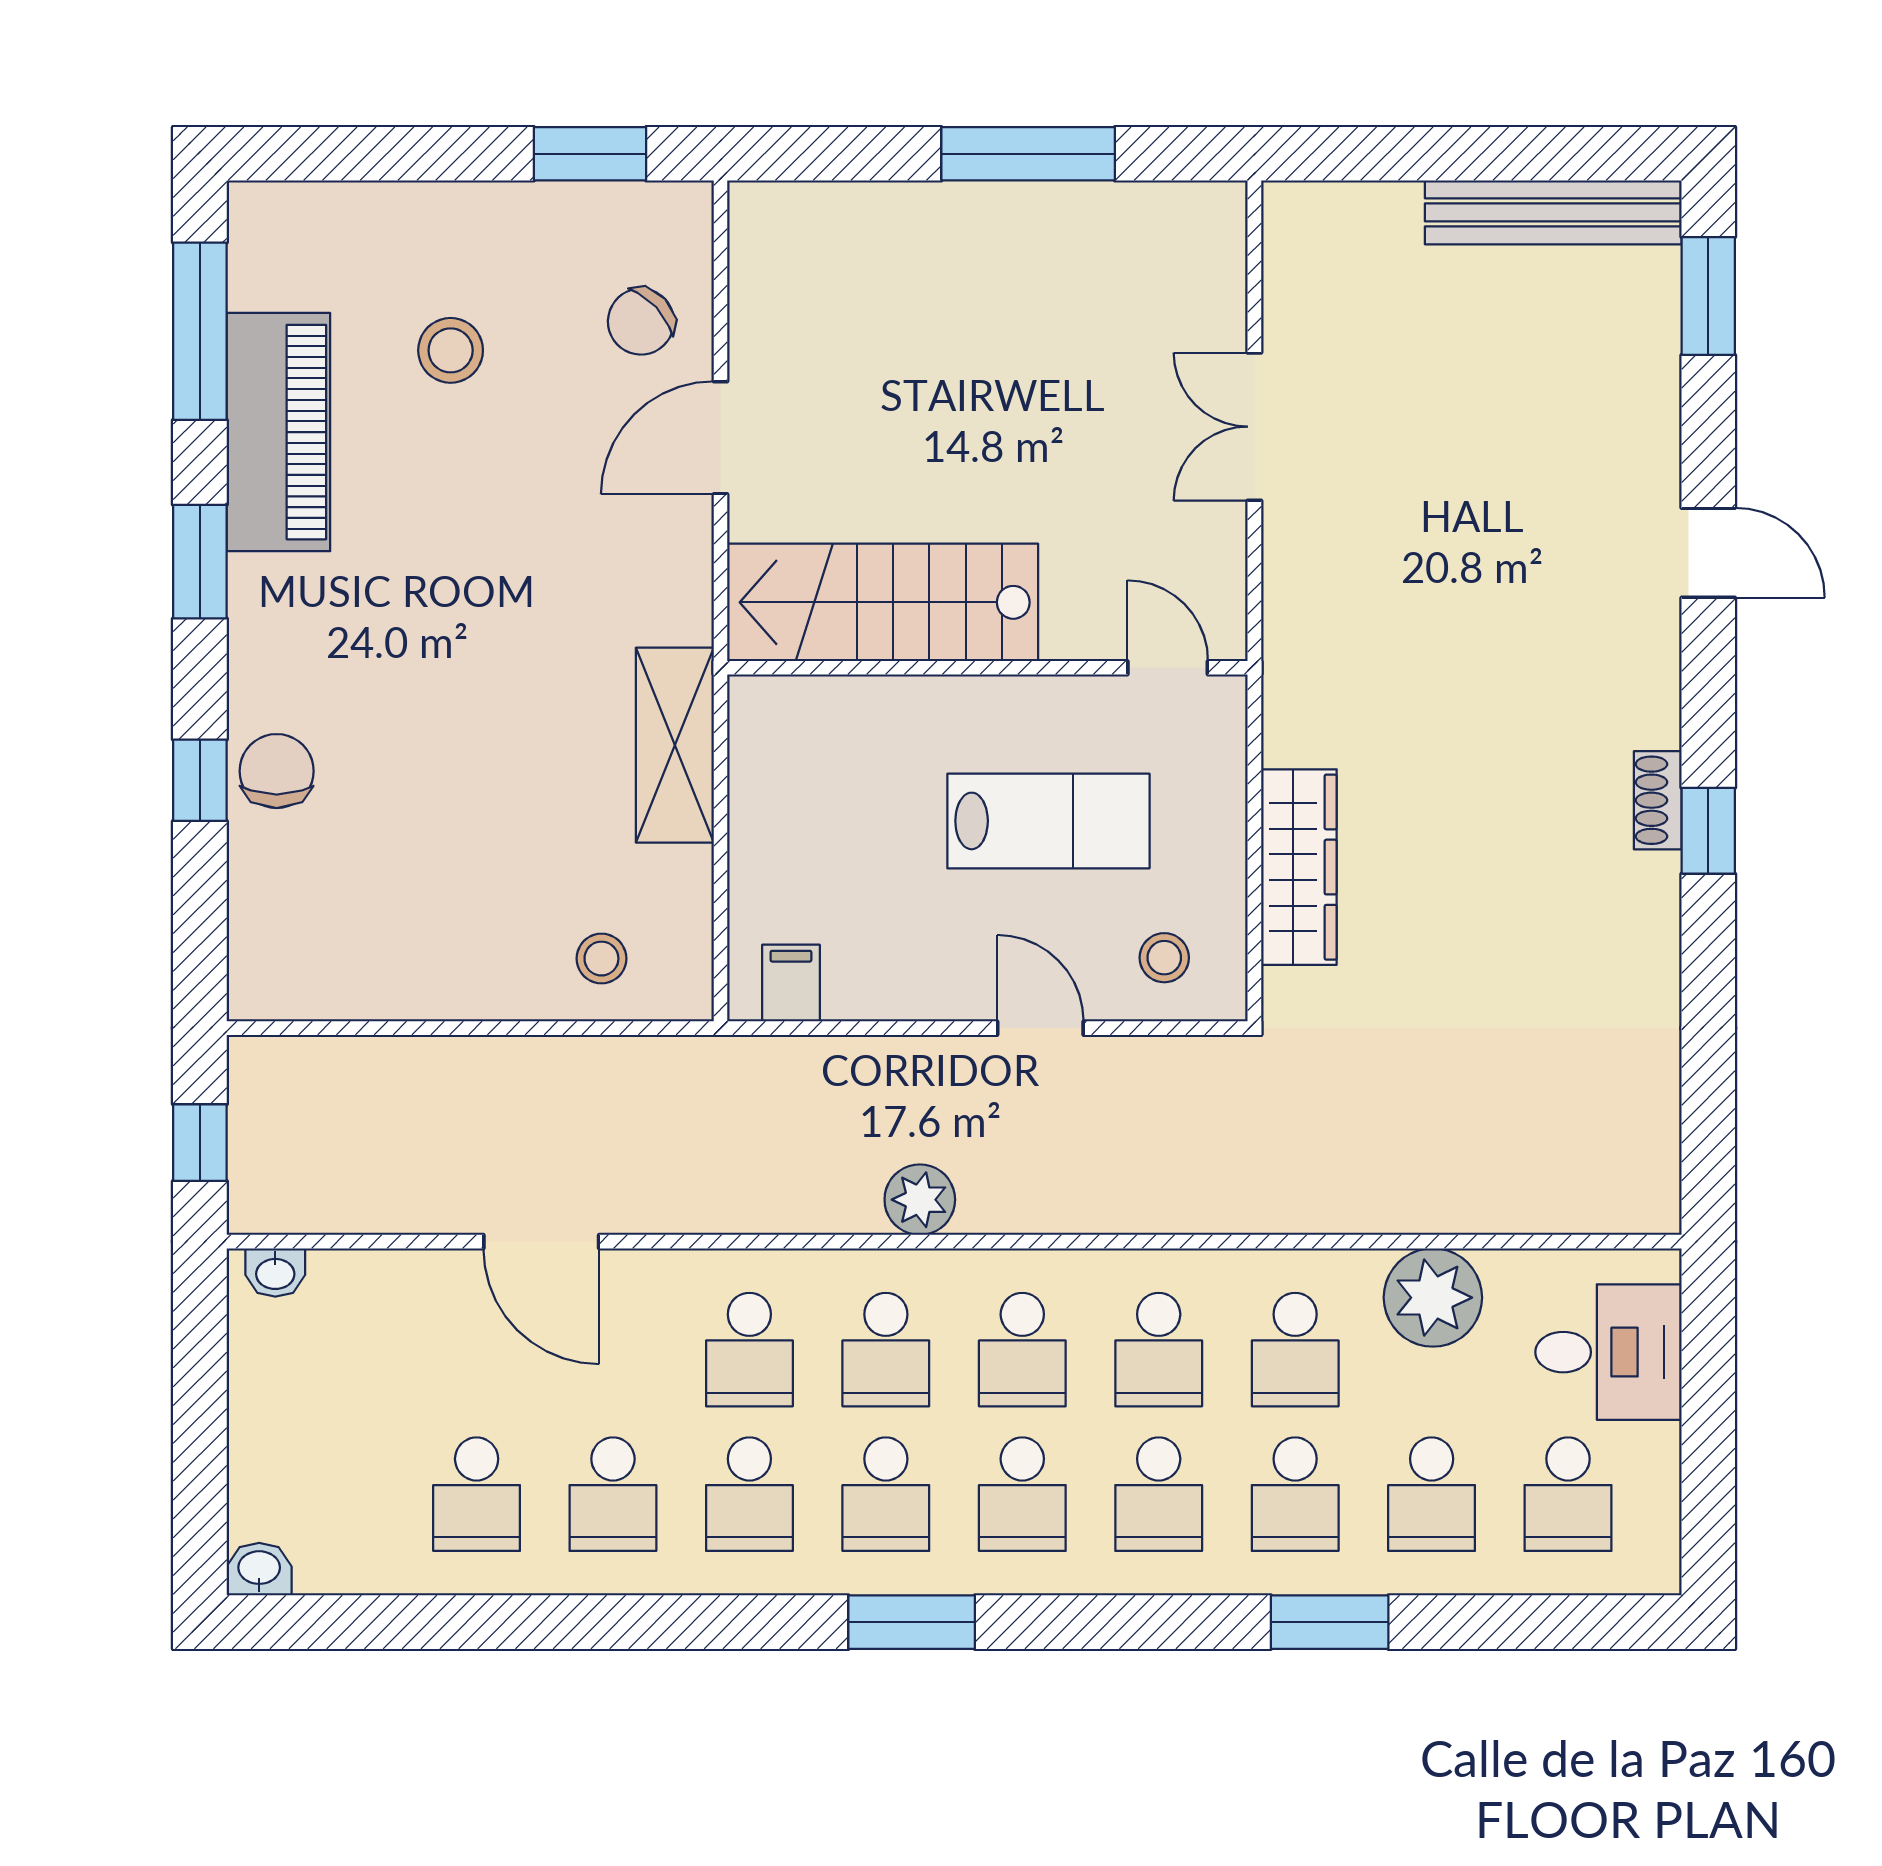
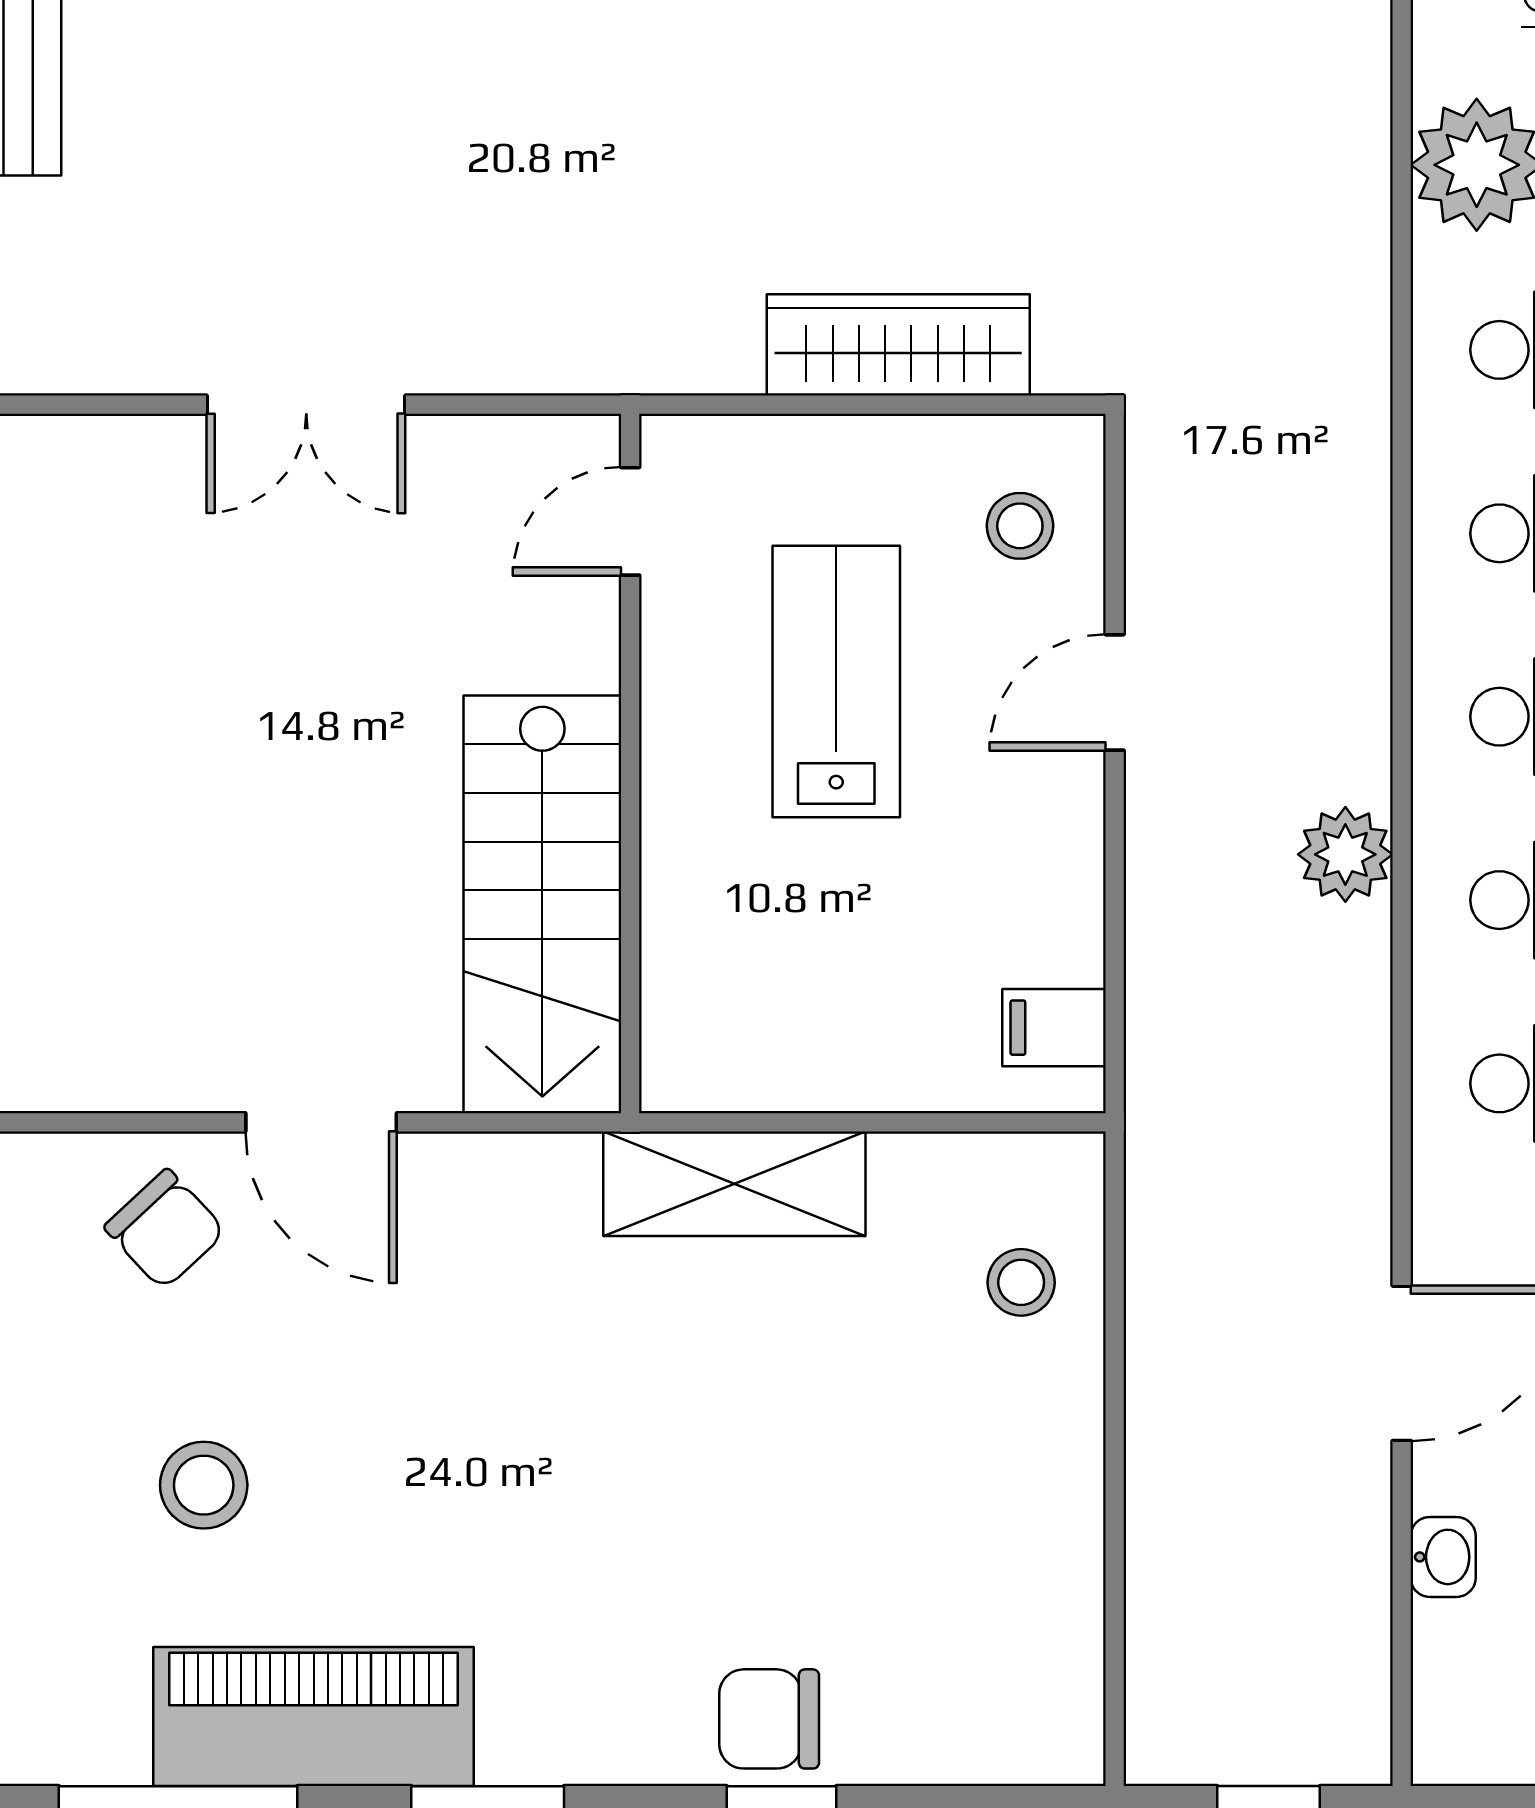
washbasin: (275, 1272) -> (1443, 1557), moved

